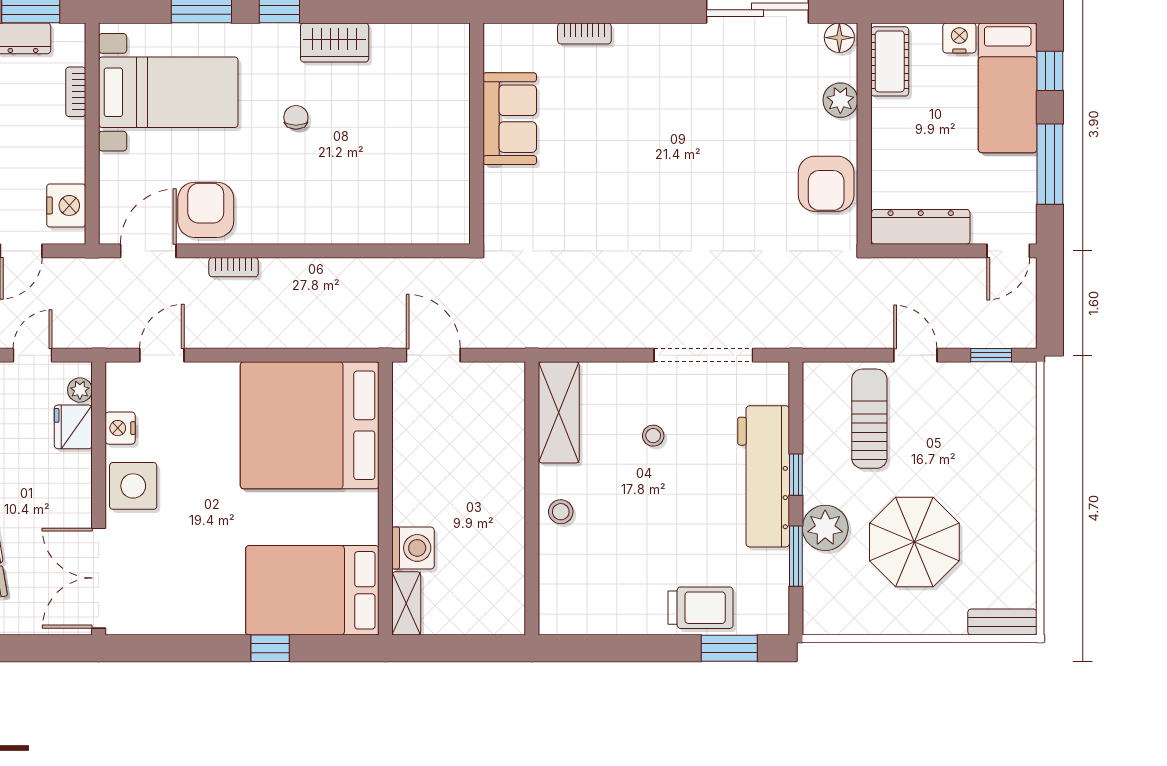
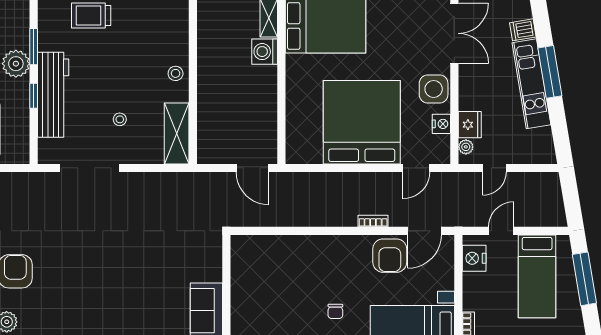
bed: (310, 425) -> (362, 122), moved, turned -90

